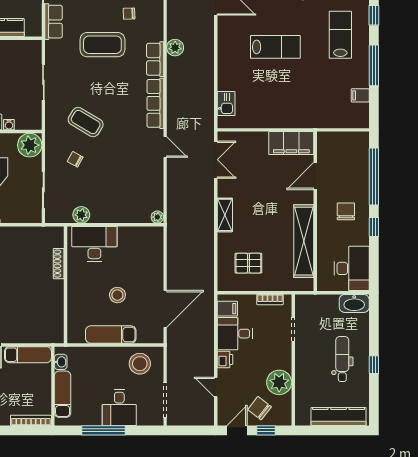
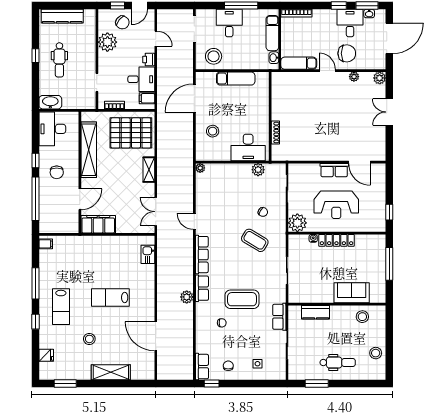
filing cabinet: (360, 95) -> (46, 244), moved
pallet: (248, 263) -> (131, 133), width x2.05, depth x2.00
stool: (117, 295) -> (213, 131), moved

